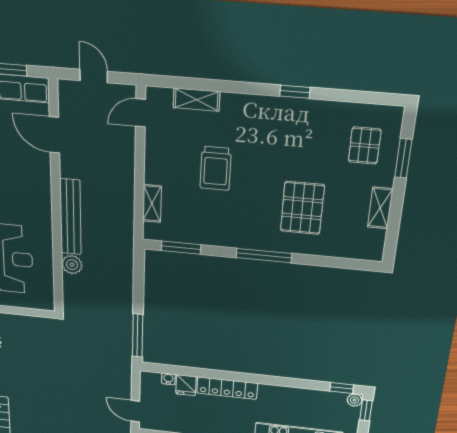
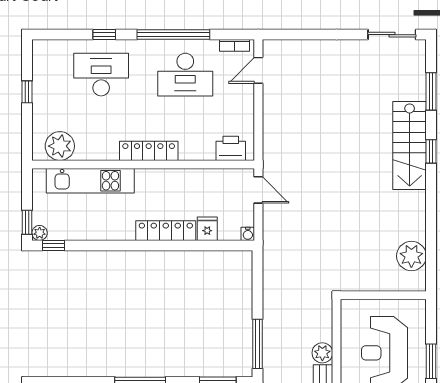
window: (138, 335) -> (257, 344), moved
water cooler: (168, 379) -> (248, 234), moved

